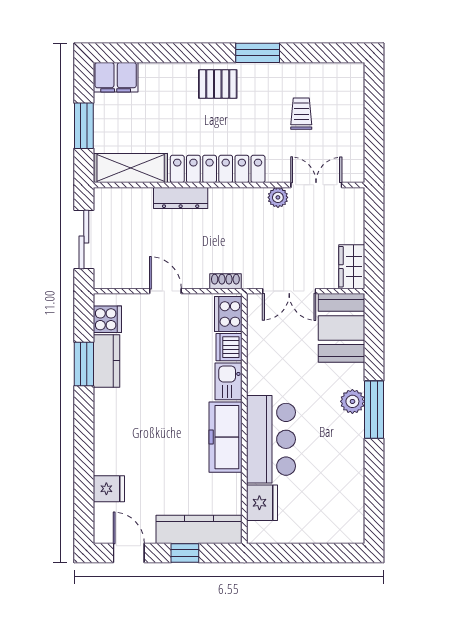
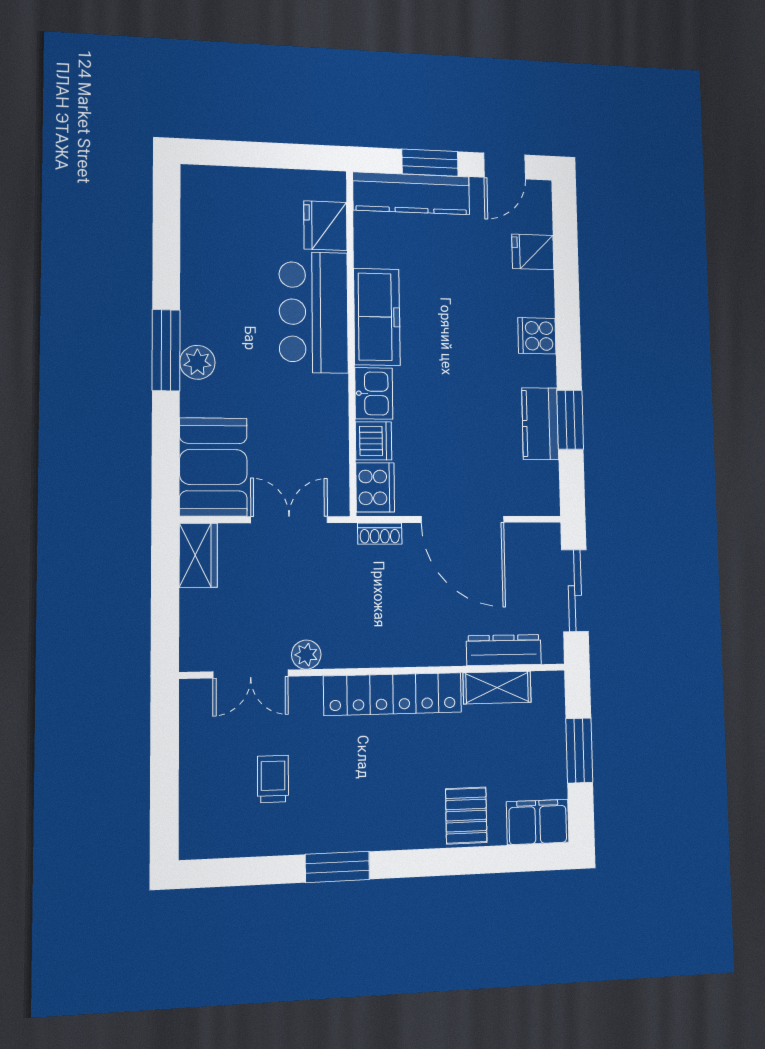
pallet: (218, 84) -> (466, 816), moved, turned 90
trolley: (301, 114) -> (273, 779), turned 180
shelving: (131, 168) -> (497, 688), width x0.67, depth x0.75
dresser: (181, 198) -> (504, 650), moved
door: (165, 291) -> (463, 519), width x1.87
cooker: (107, 319) -> (537, 336), moved
door: (129, 553) -> (505, 166), hinge flipped
window: (185, 553) -> (430, 163), width x1.50

